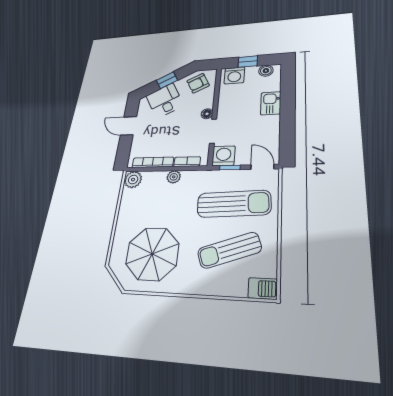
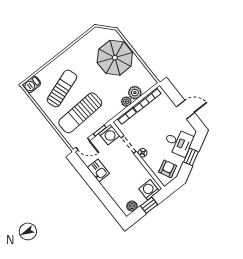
kitchen sink: (271, 103) -> (98, 170), moved
plant: (133, 180) -> (135, 93), moved
parasol: (152, 254) -> (115, 58), moved

